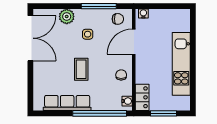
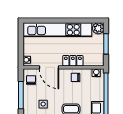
kitchen unit: (181, 64) -> (58, 30), width x1.36
locker: (142, 97) -> (73, 61), moved
plant: (183, 103) -> (98, 28), added

